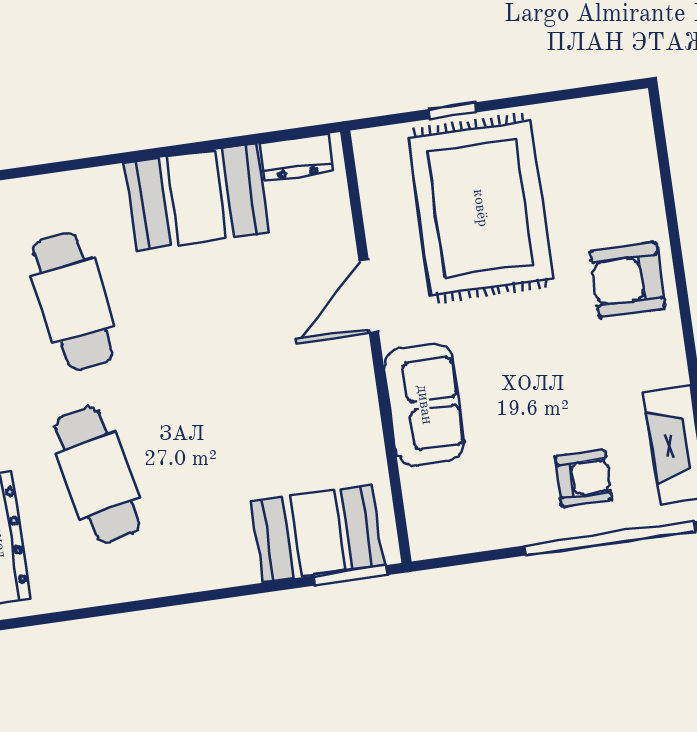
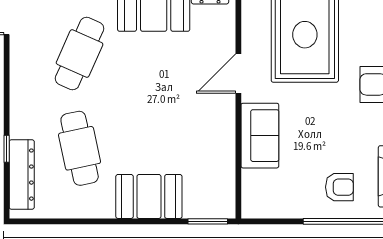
cafe table: (73, 301) -> (80, 53), turned 33
booth: (318, 534) -> (149, 196), moved

